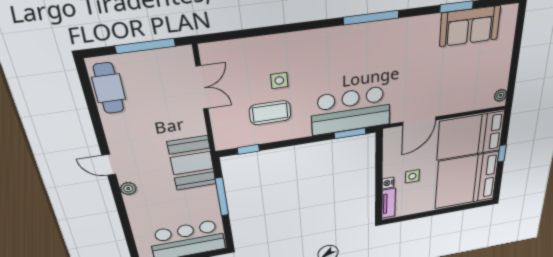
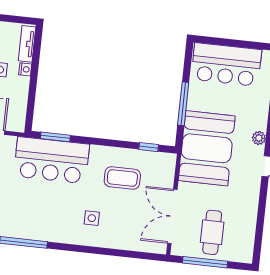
side table: (279, 80) -> (92, 218), moved
cafe table: (109, 88) -> (212, 232), moved
double door: (202, 88) -> (172, 216), width x1.37
booth: (192, 163) -> (207, 148), width x1.36, depth x1.42

